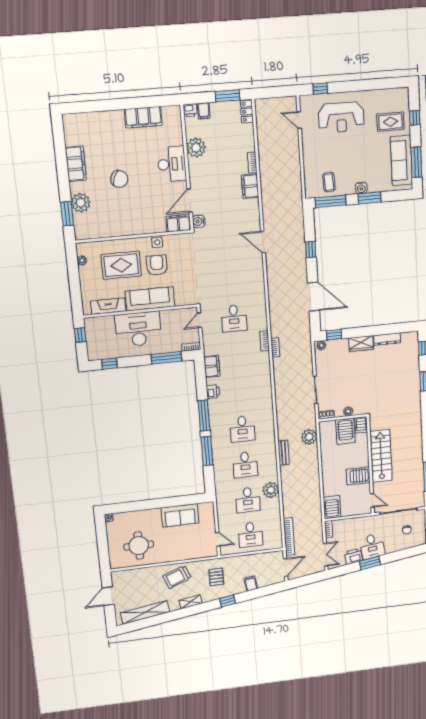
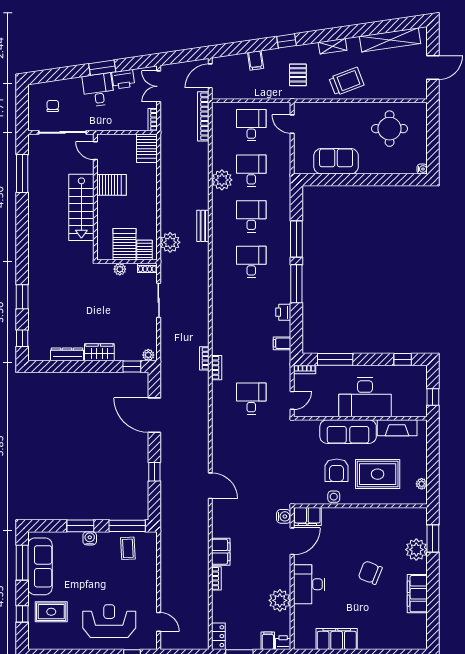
filing cabinet: (212, 366) -> (282, 343), width x0.50
server rack: (361, 425) -> (145, 250), moved

